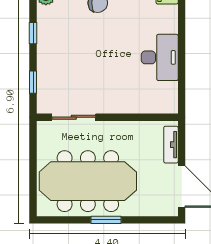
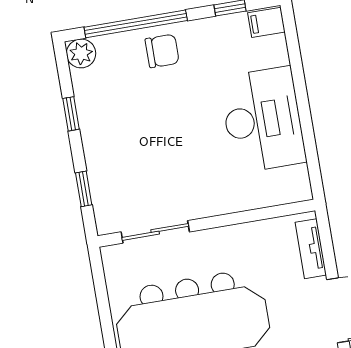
desk: (160, 57) -> (263, 120), width x1.36, depth x1.30

